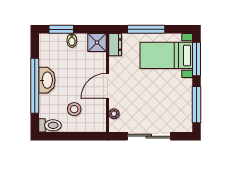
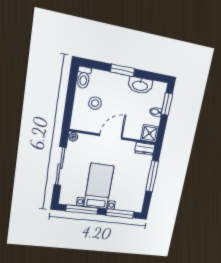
bed with nightstands: (166, 55) -> (99, 186), moved
washbasin: (47, 80) -> (140, 85), moved
window: (35, 86) -> (123, 70), width x0.47
door: (107, 86) -> (111, 137), hinge flipped
plant: (114, 114) -> (73, 137), moved

